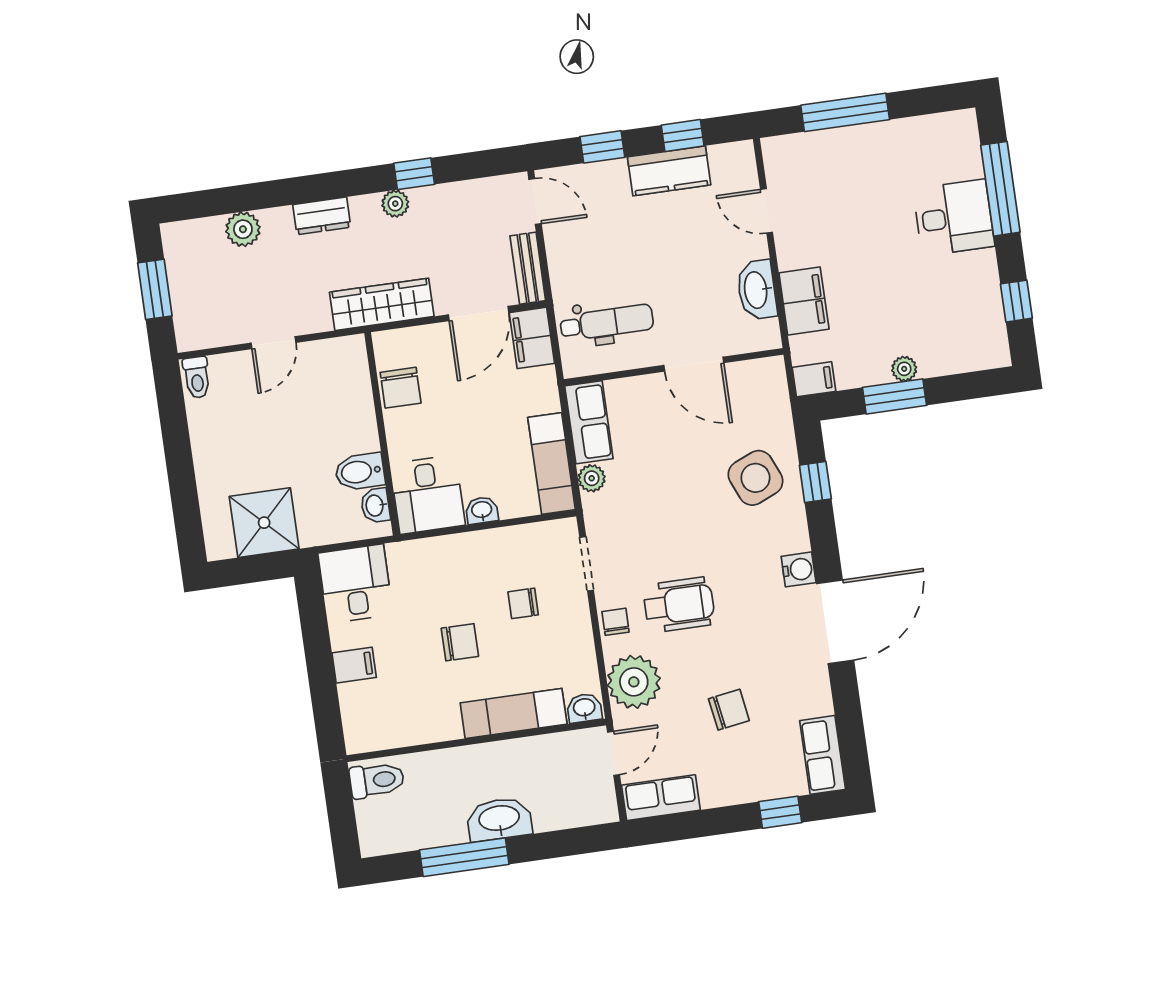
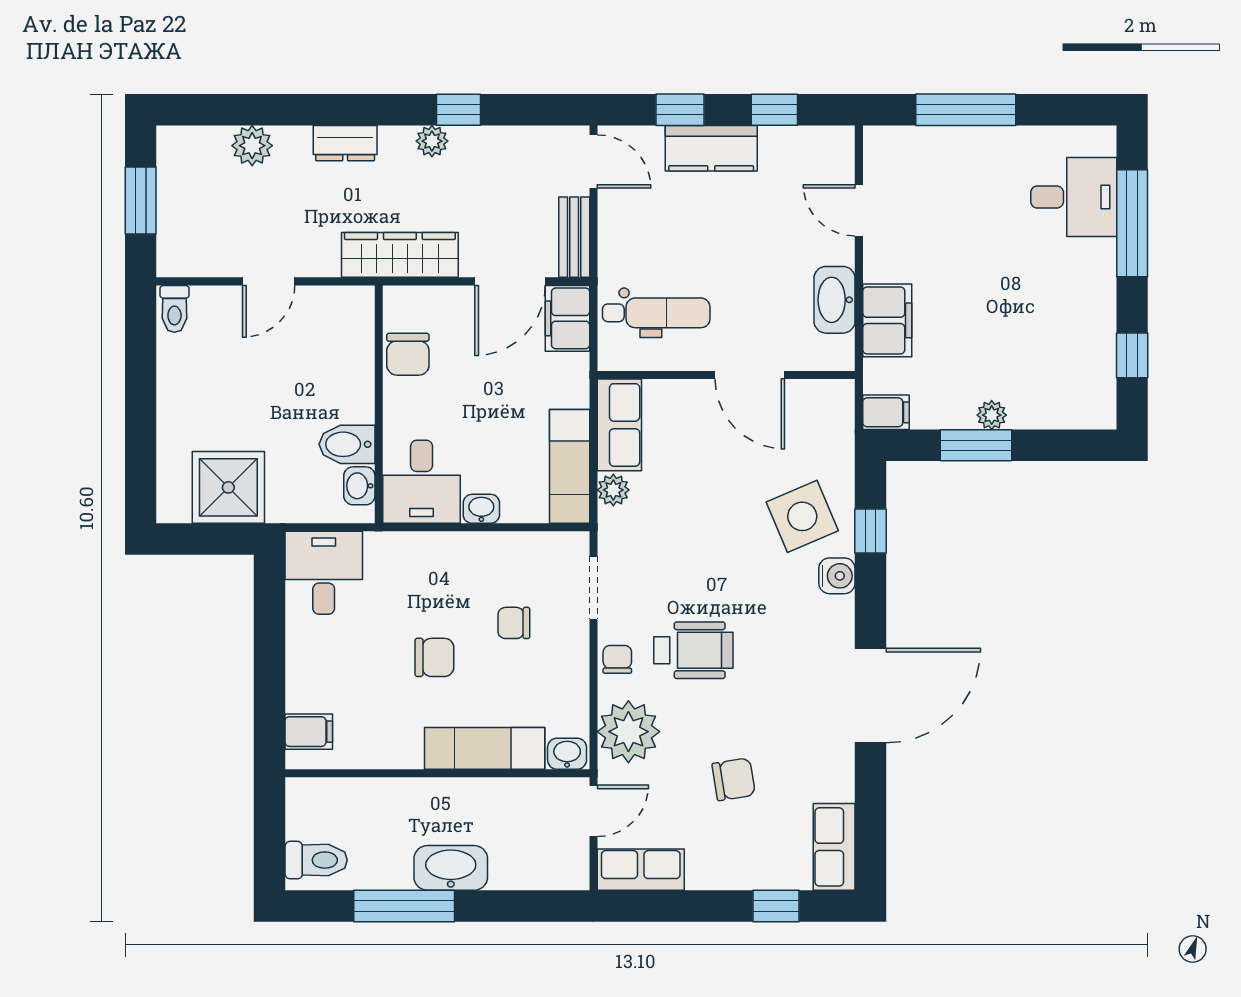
kitchen counter: (669, 171) -> (711, 148), moved
desk: (954, 218) -> (1074, 197), moved
water cooler: (799, 569) -> (837, 576), moved
filing cabinet: (354, 665) -> (309, 732), moved
toilet: (377, 780) -> (316, 860), moved

